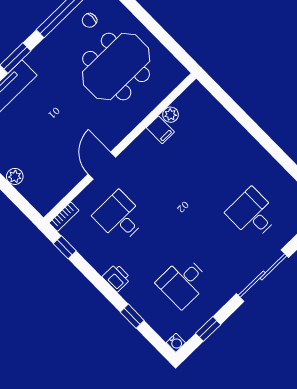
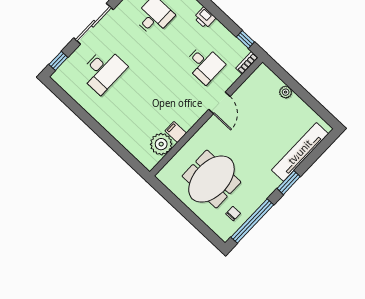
plant: (170, 115) -> (161, 144), width x1.88, depth x1.88
desk: (252, 214) -> (103, 70), width x1.37

